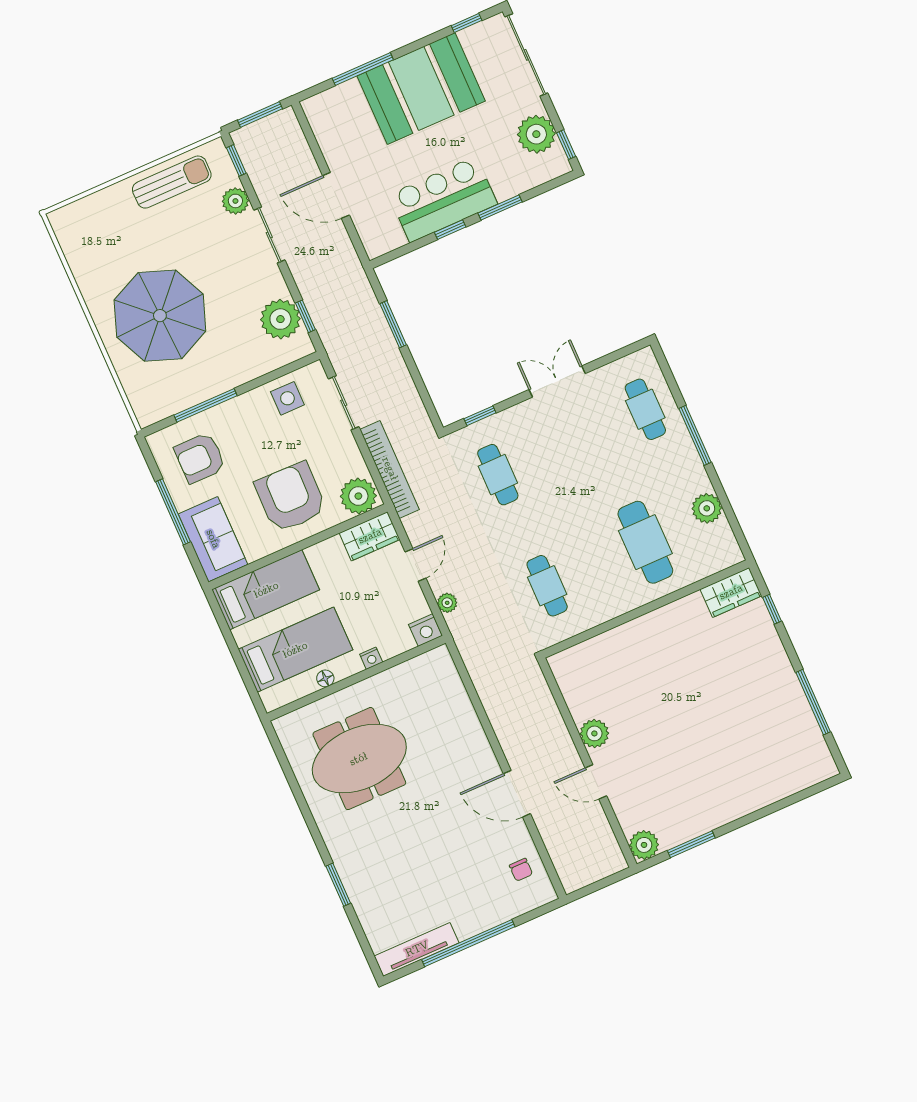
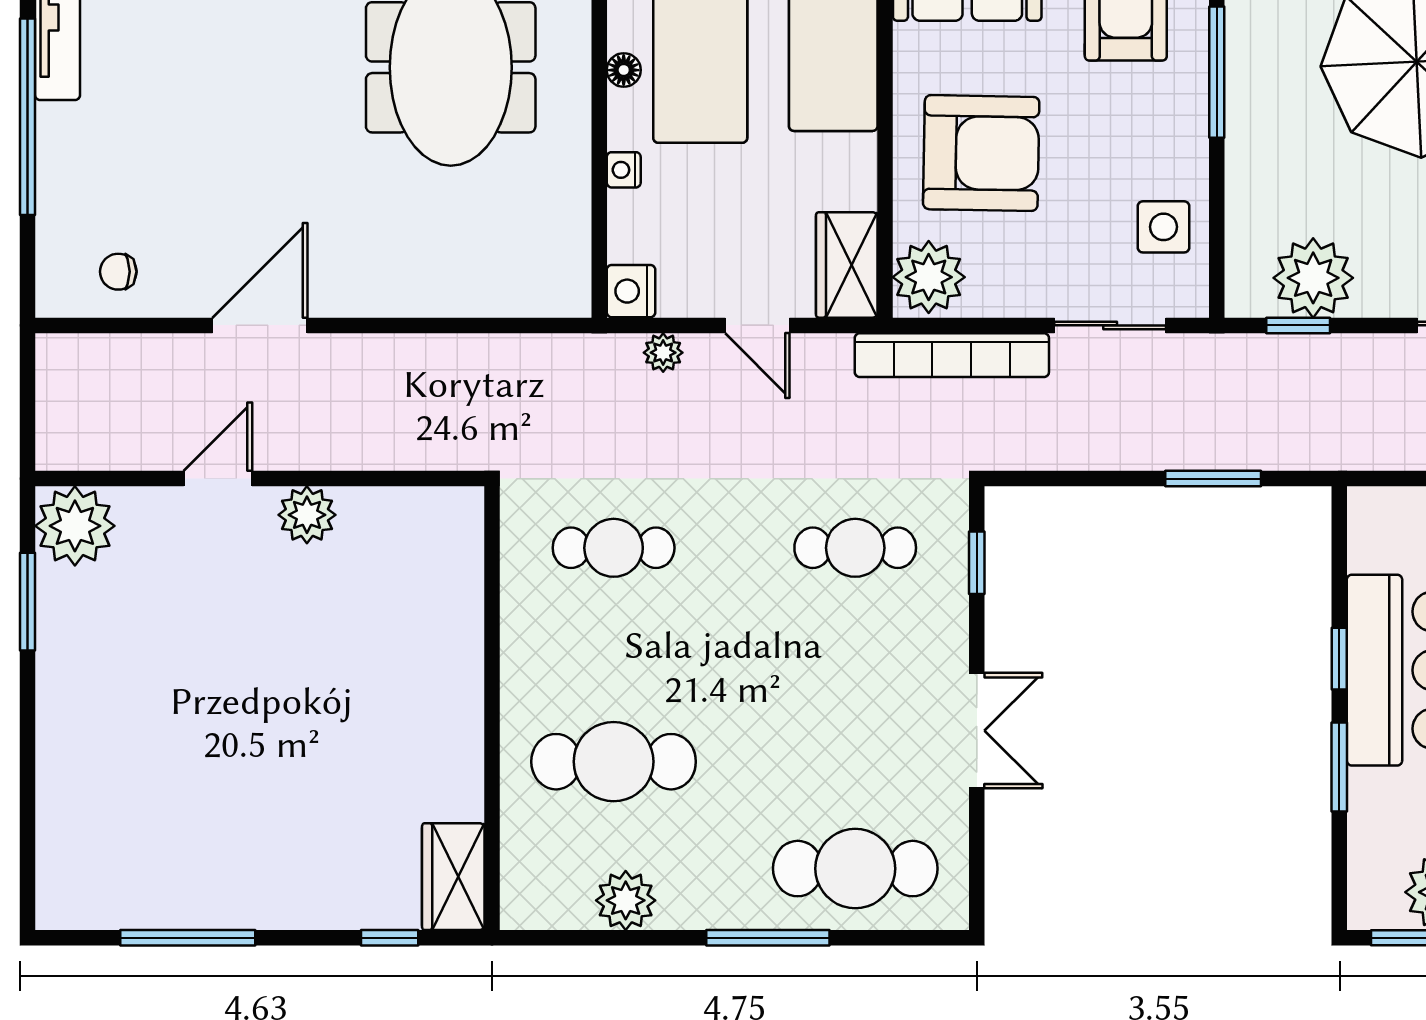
cafe table: (645, 409) -> (855, 869), width x1.37, depth x1.35
plant: (644, 845) -> (75, 526), width x1.36, depth x1.36

